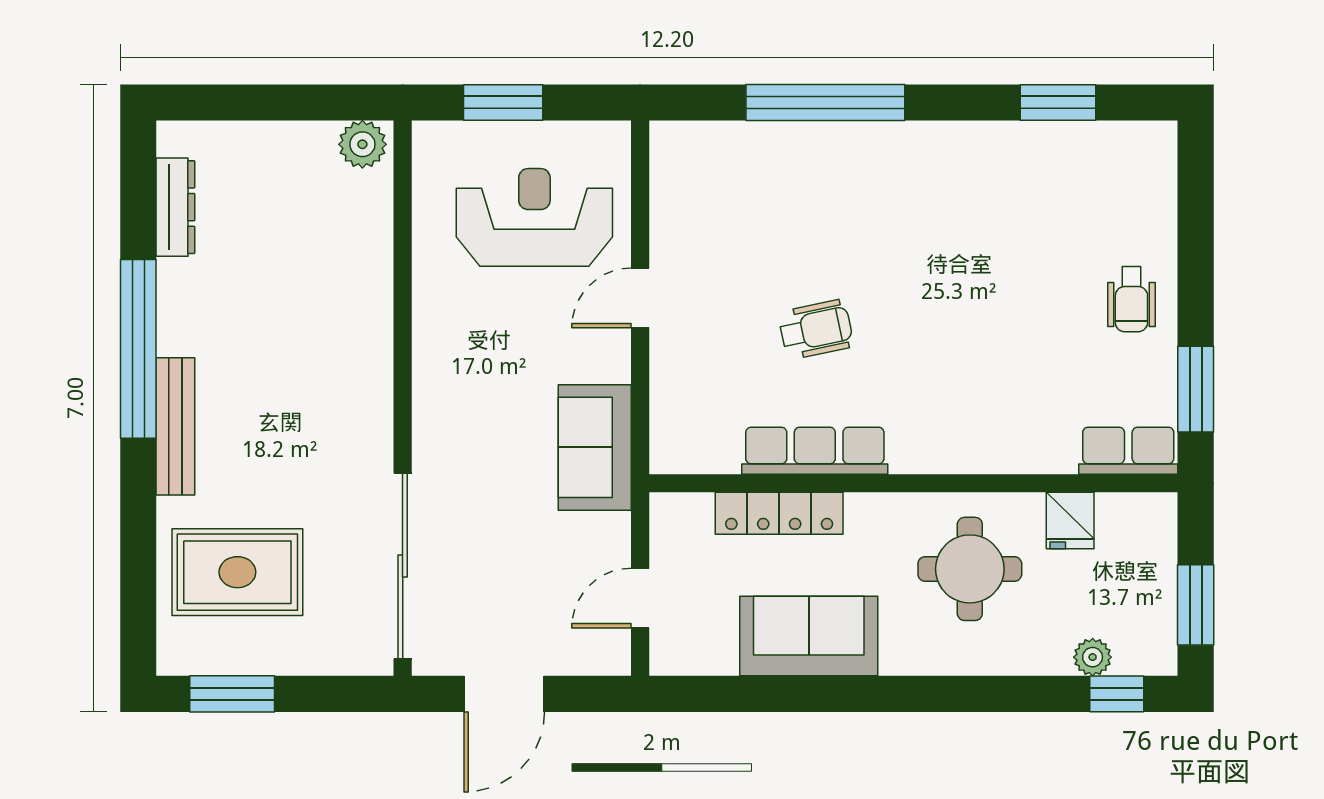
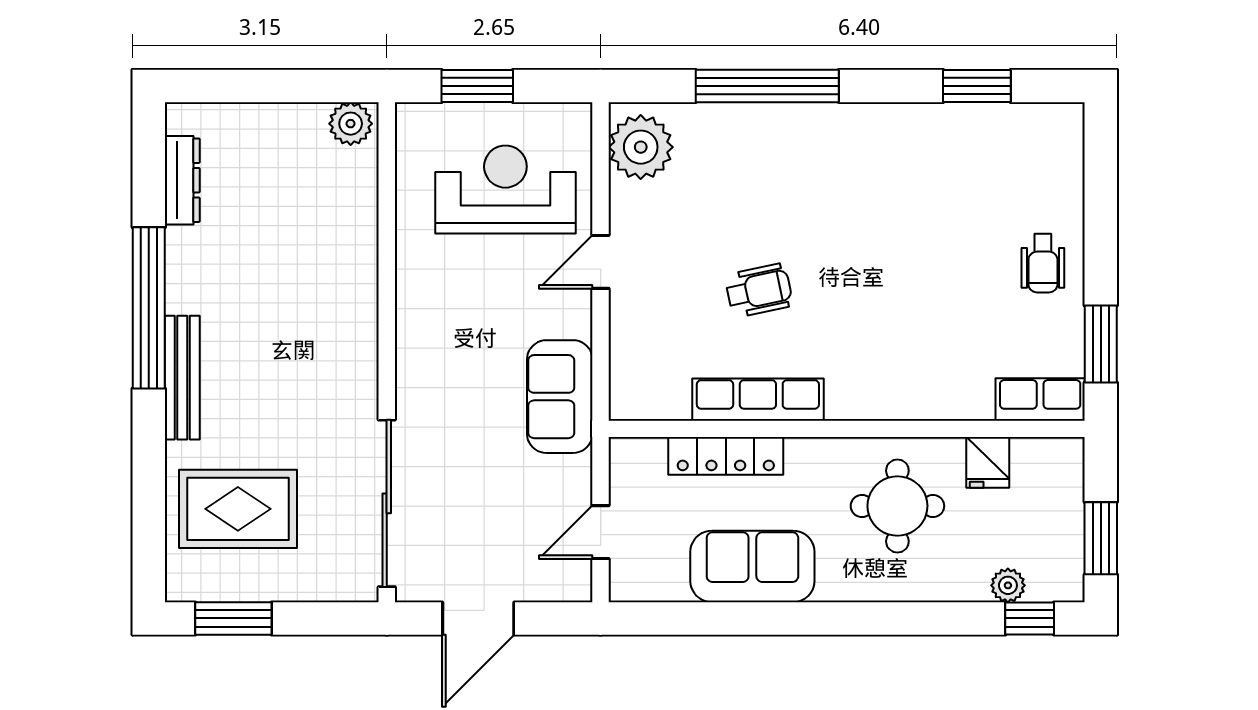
plant: (685, 170) -> (641, 147), added

